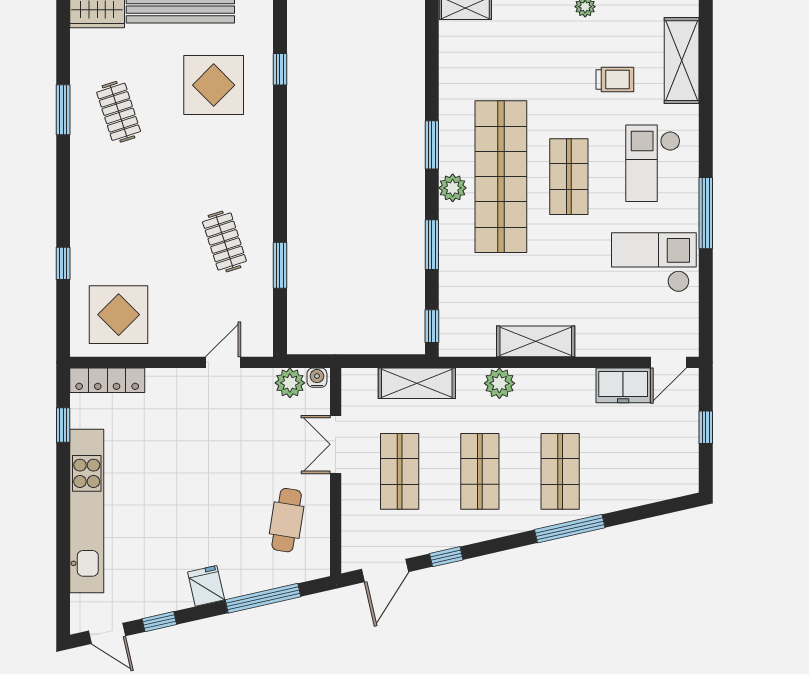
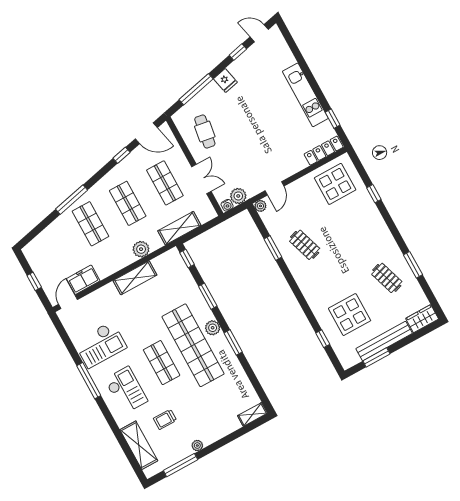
plant: (262, 346) -> (260, 206), added
kitchen unit: (87, 511) -> (305, 95), width x0.73
door: (385, 571) -> (146, 133), swing flipped

